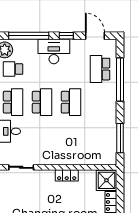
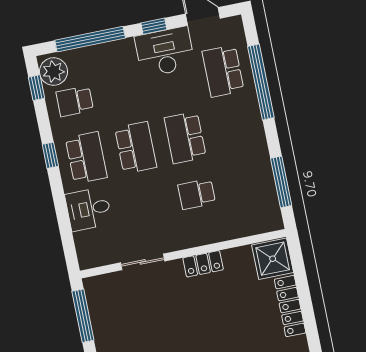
desk: (54, 52) -> (165, 52), moved
school desk: (71, 102) -> (185, 138), turned 180
school desk: (71, 135) -> (197, 194), added
sliding door: (21, 167) -> (143, 262), moved

